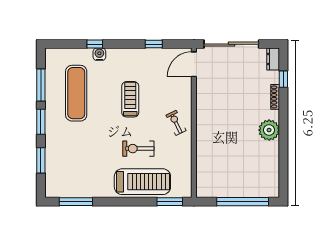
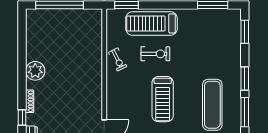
treadmill: (130, 99) -> (163, 99), width x1.37, depth x1.38
exercise bike: (176, 123) -> (118, 59), moved
window: (41, 160) -> (245, 32), moved

